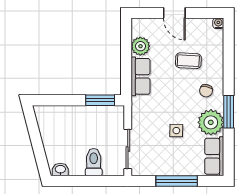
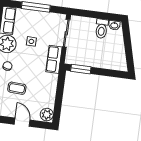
plant: (140, 46) -> (47, 115), moved
row of seats: (141, 76) -> (54, 59), moved
toilet: (94, 162) -> (102, 29), moved

